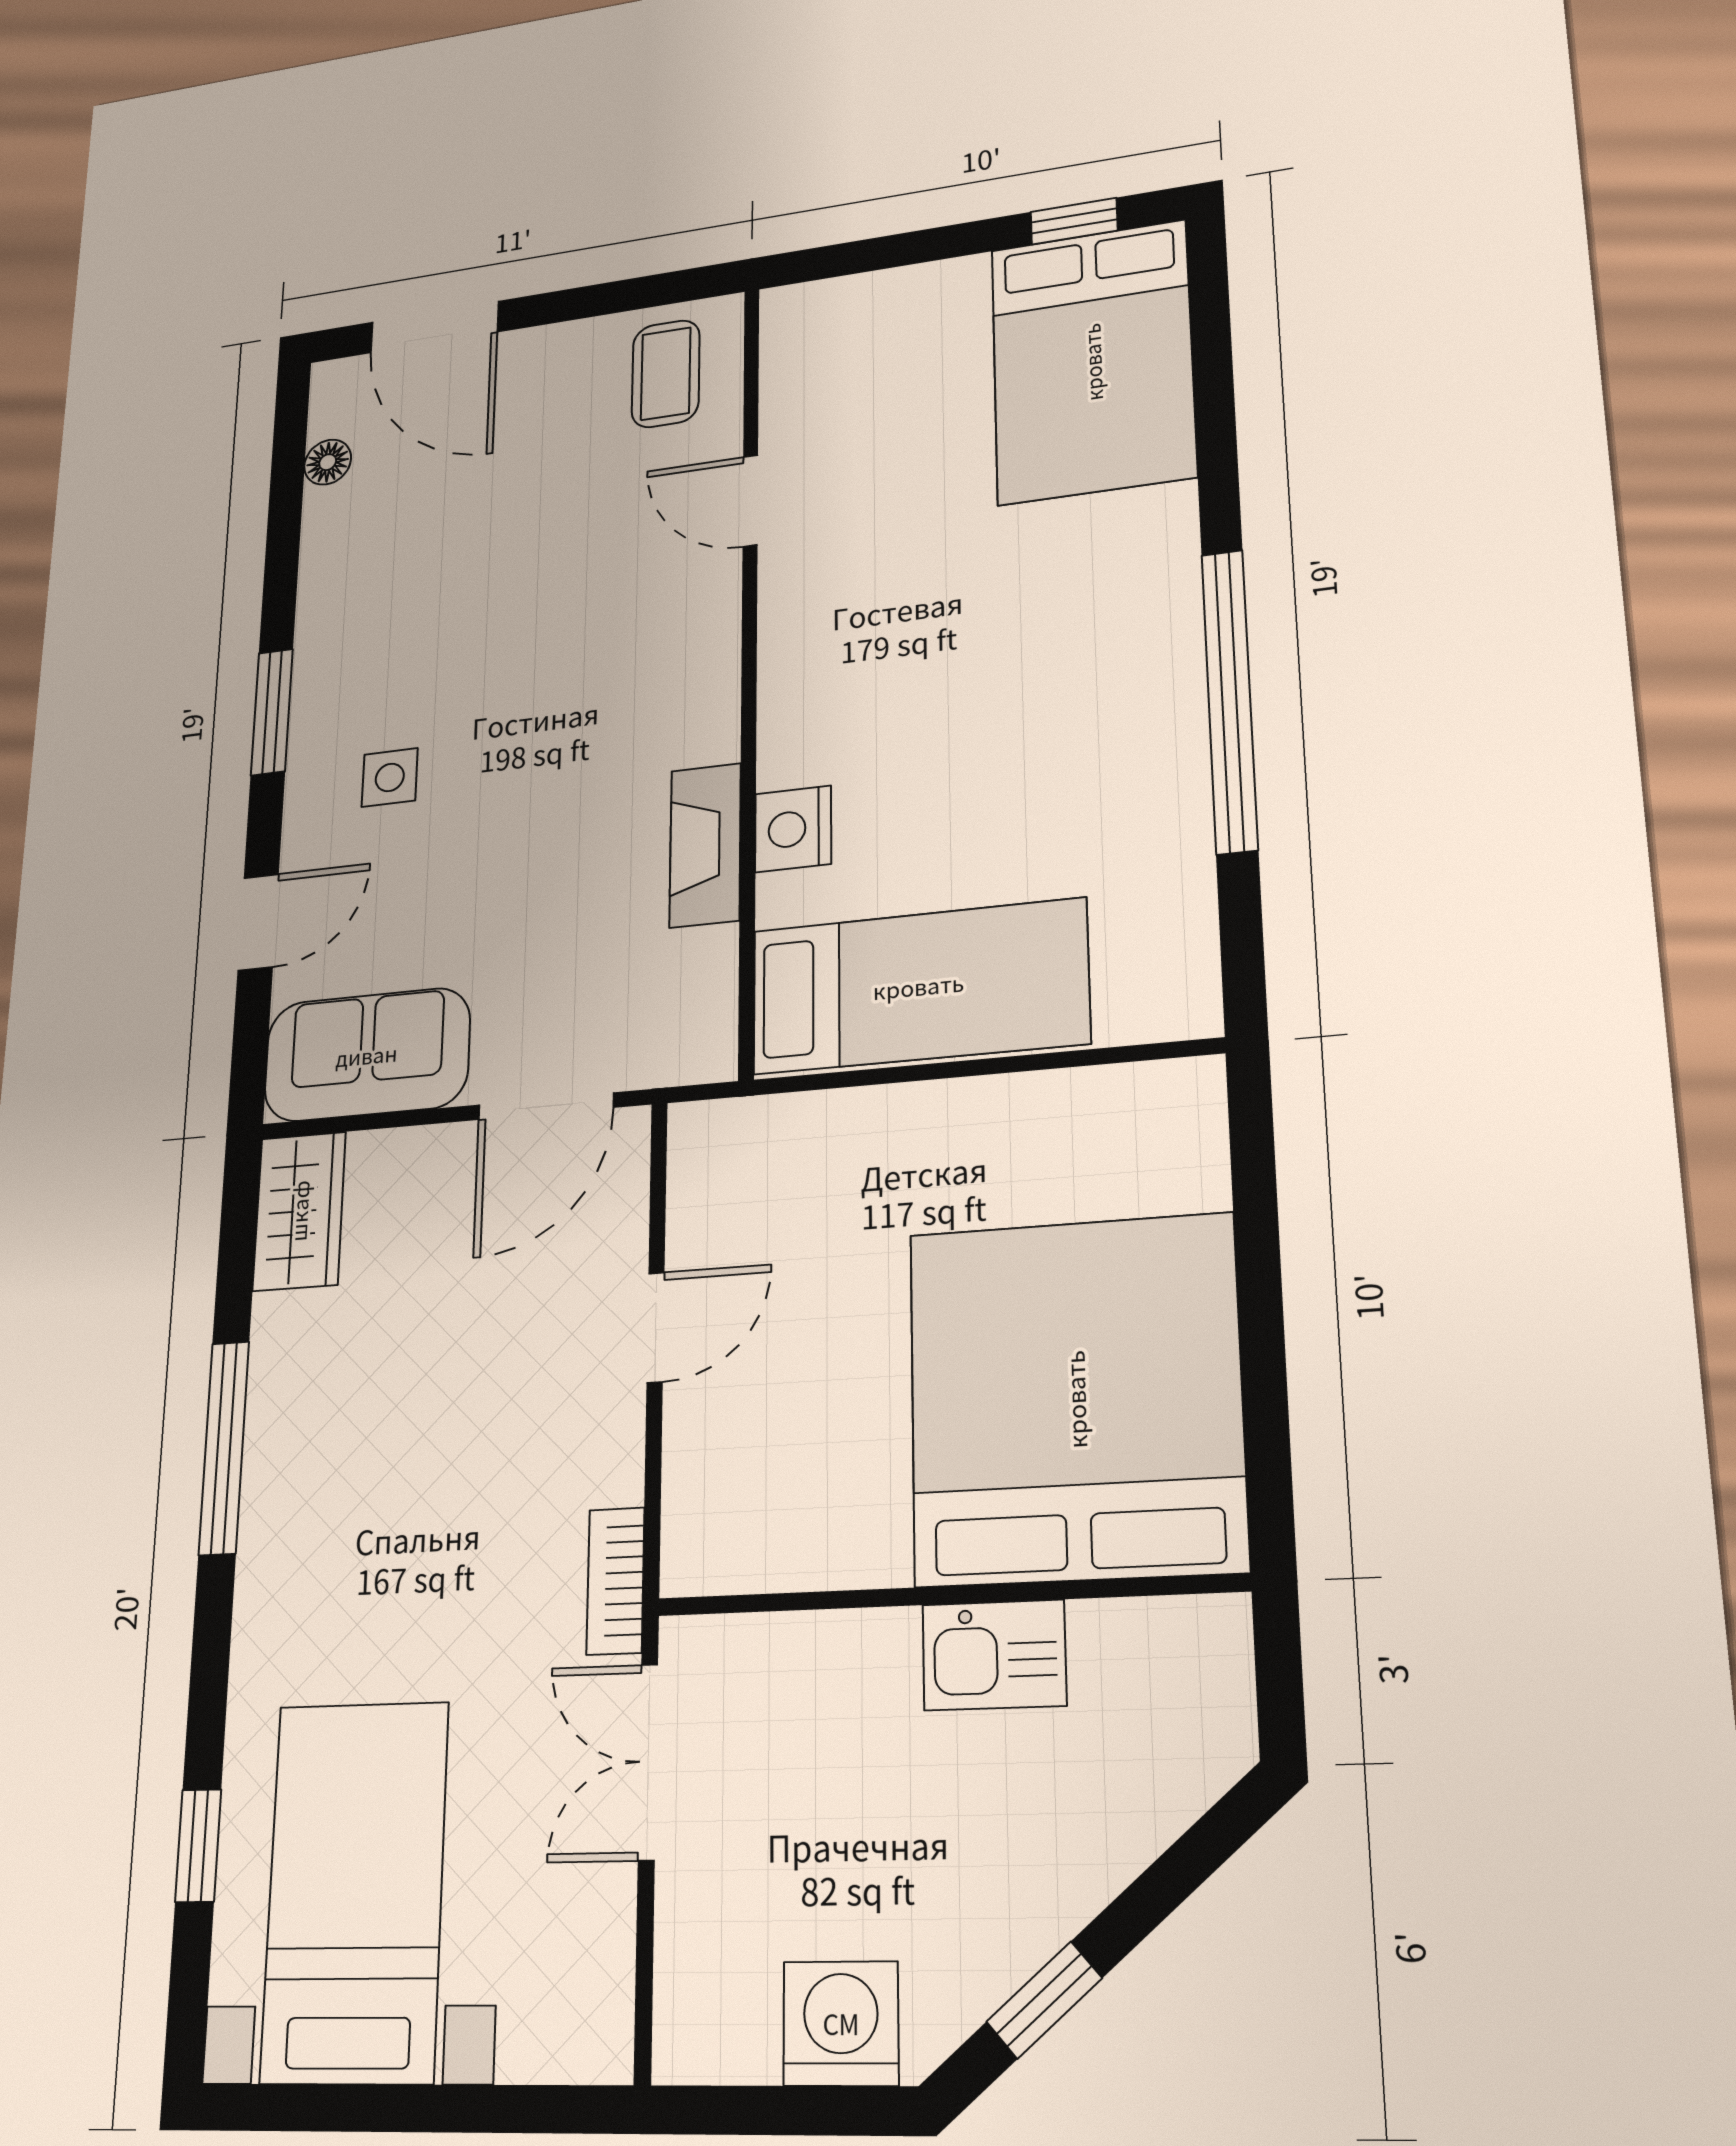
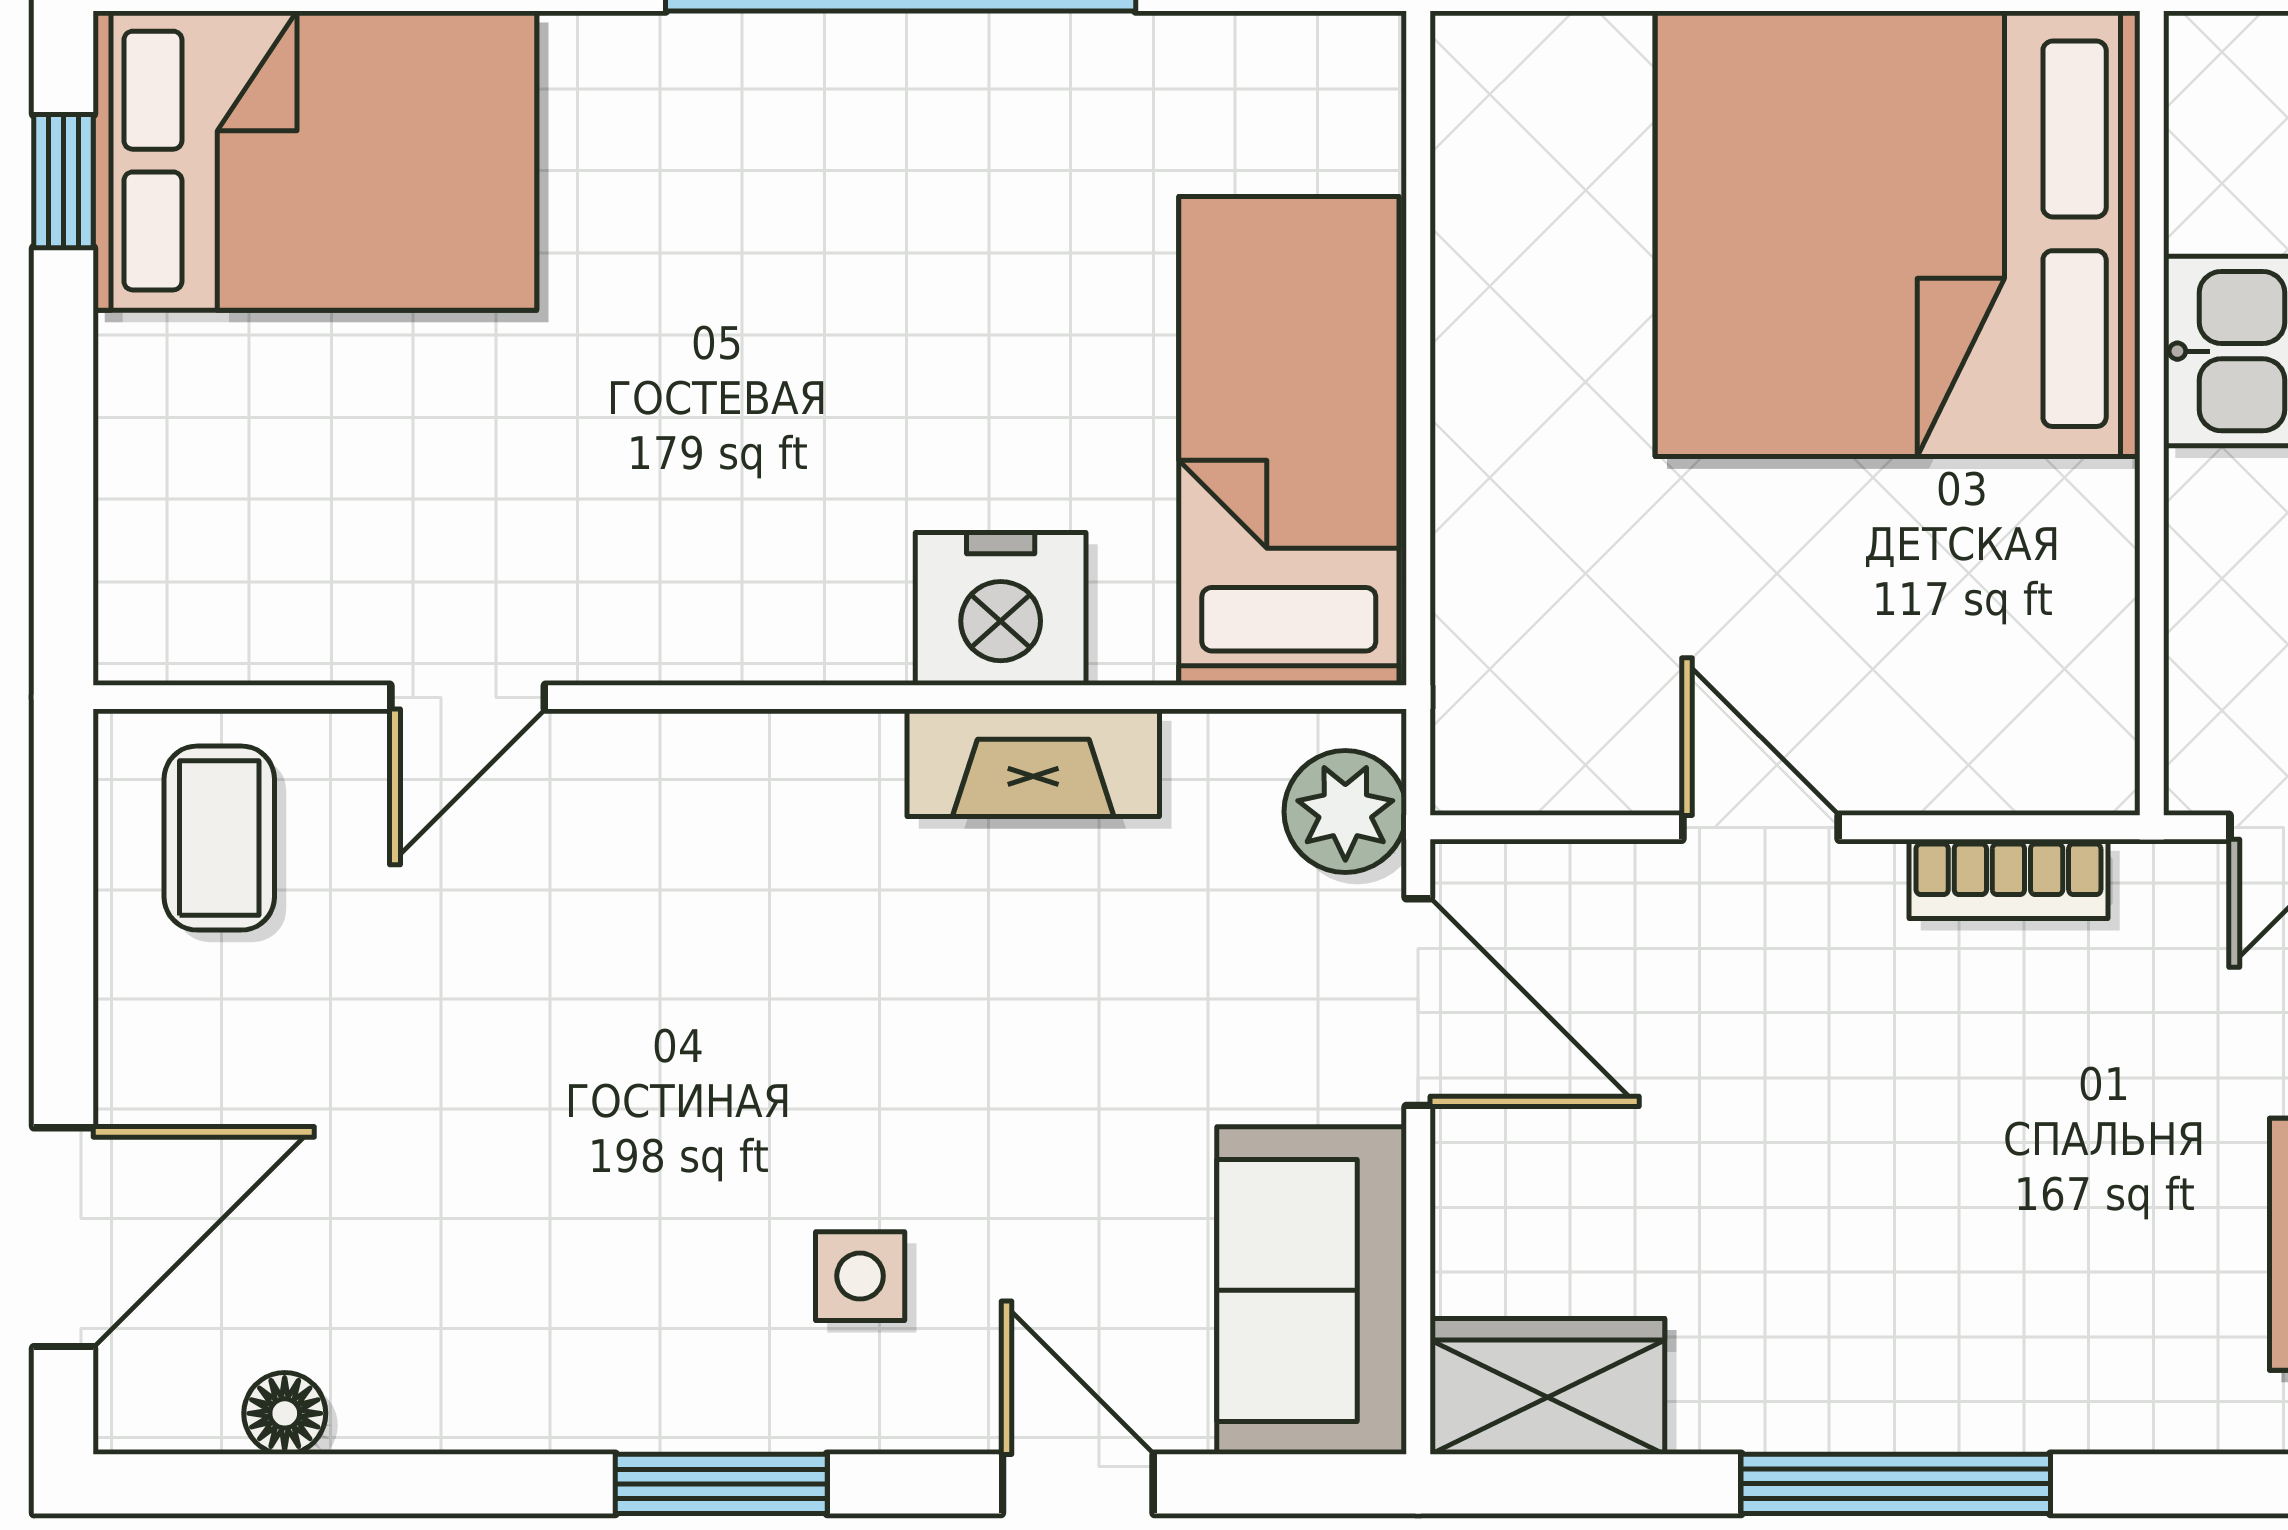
coffee table: (666, 374) -> (219, 838), turned 90
nightstand: (793, 829) -> (1001, 609), width x1.36, depth x1.33
plant: (671, 1047) -> (1345, 812), added
bookcase: (615, 1581) -> (2008, 879), moved

